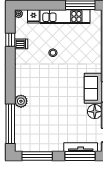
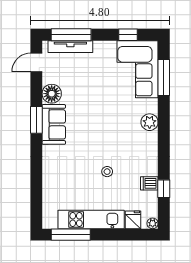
plant: (21, 101) -> (150, 122), moved
window: (10, 124) -> (164, 78), width x0.68
corner sofa: (30, 130) -> (138, 69), added
window: (37, 156) -> (128, 35), width x0.46

